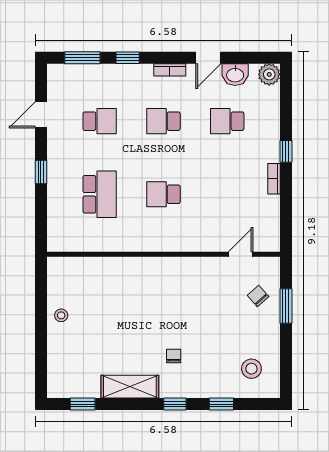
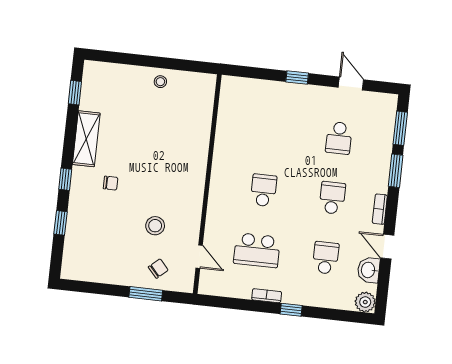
window: (128, 58) -> (396, 171), width x1.50
school desk: (100, 194) -> (257, 250), moved
stool: (251, 369) -> (155, 226), moved

